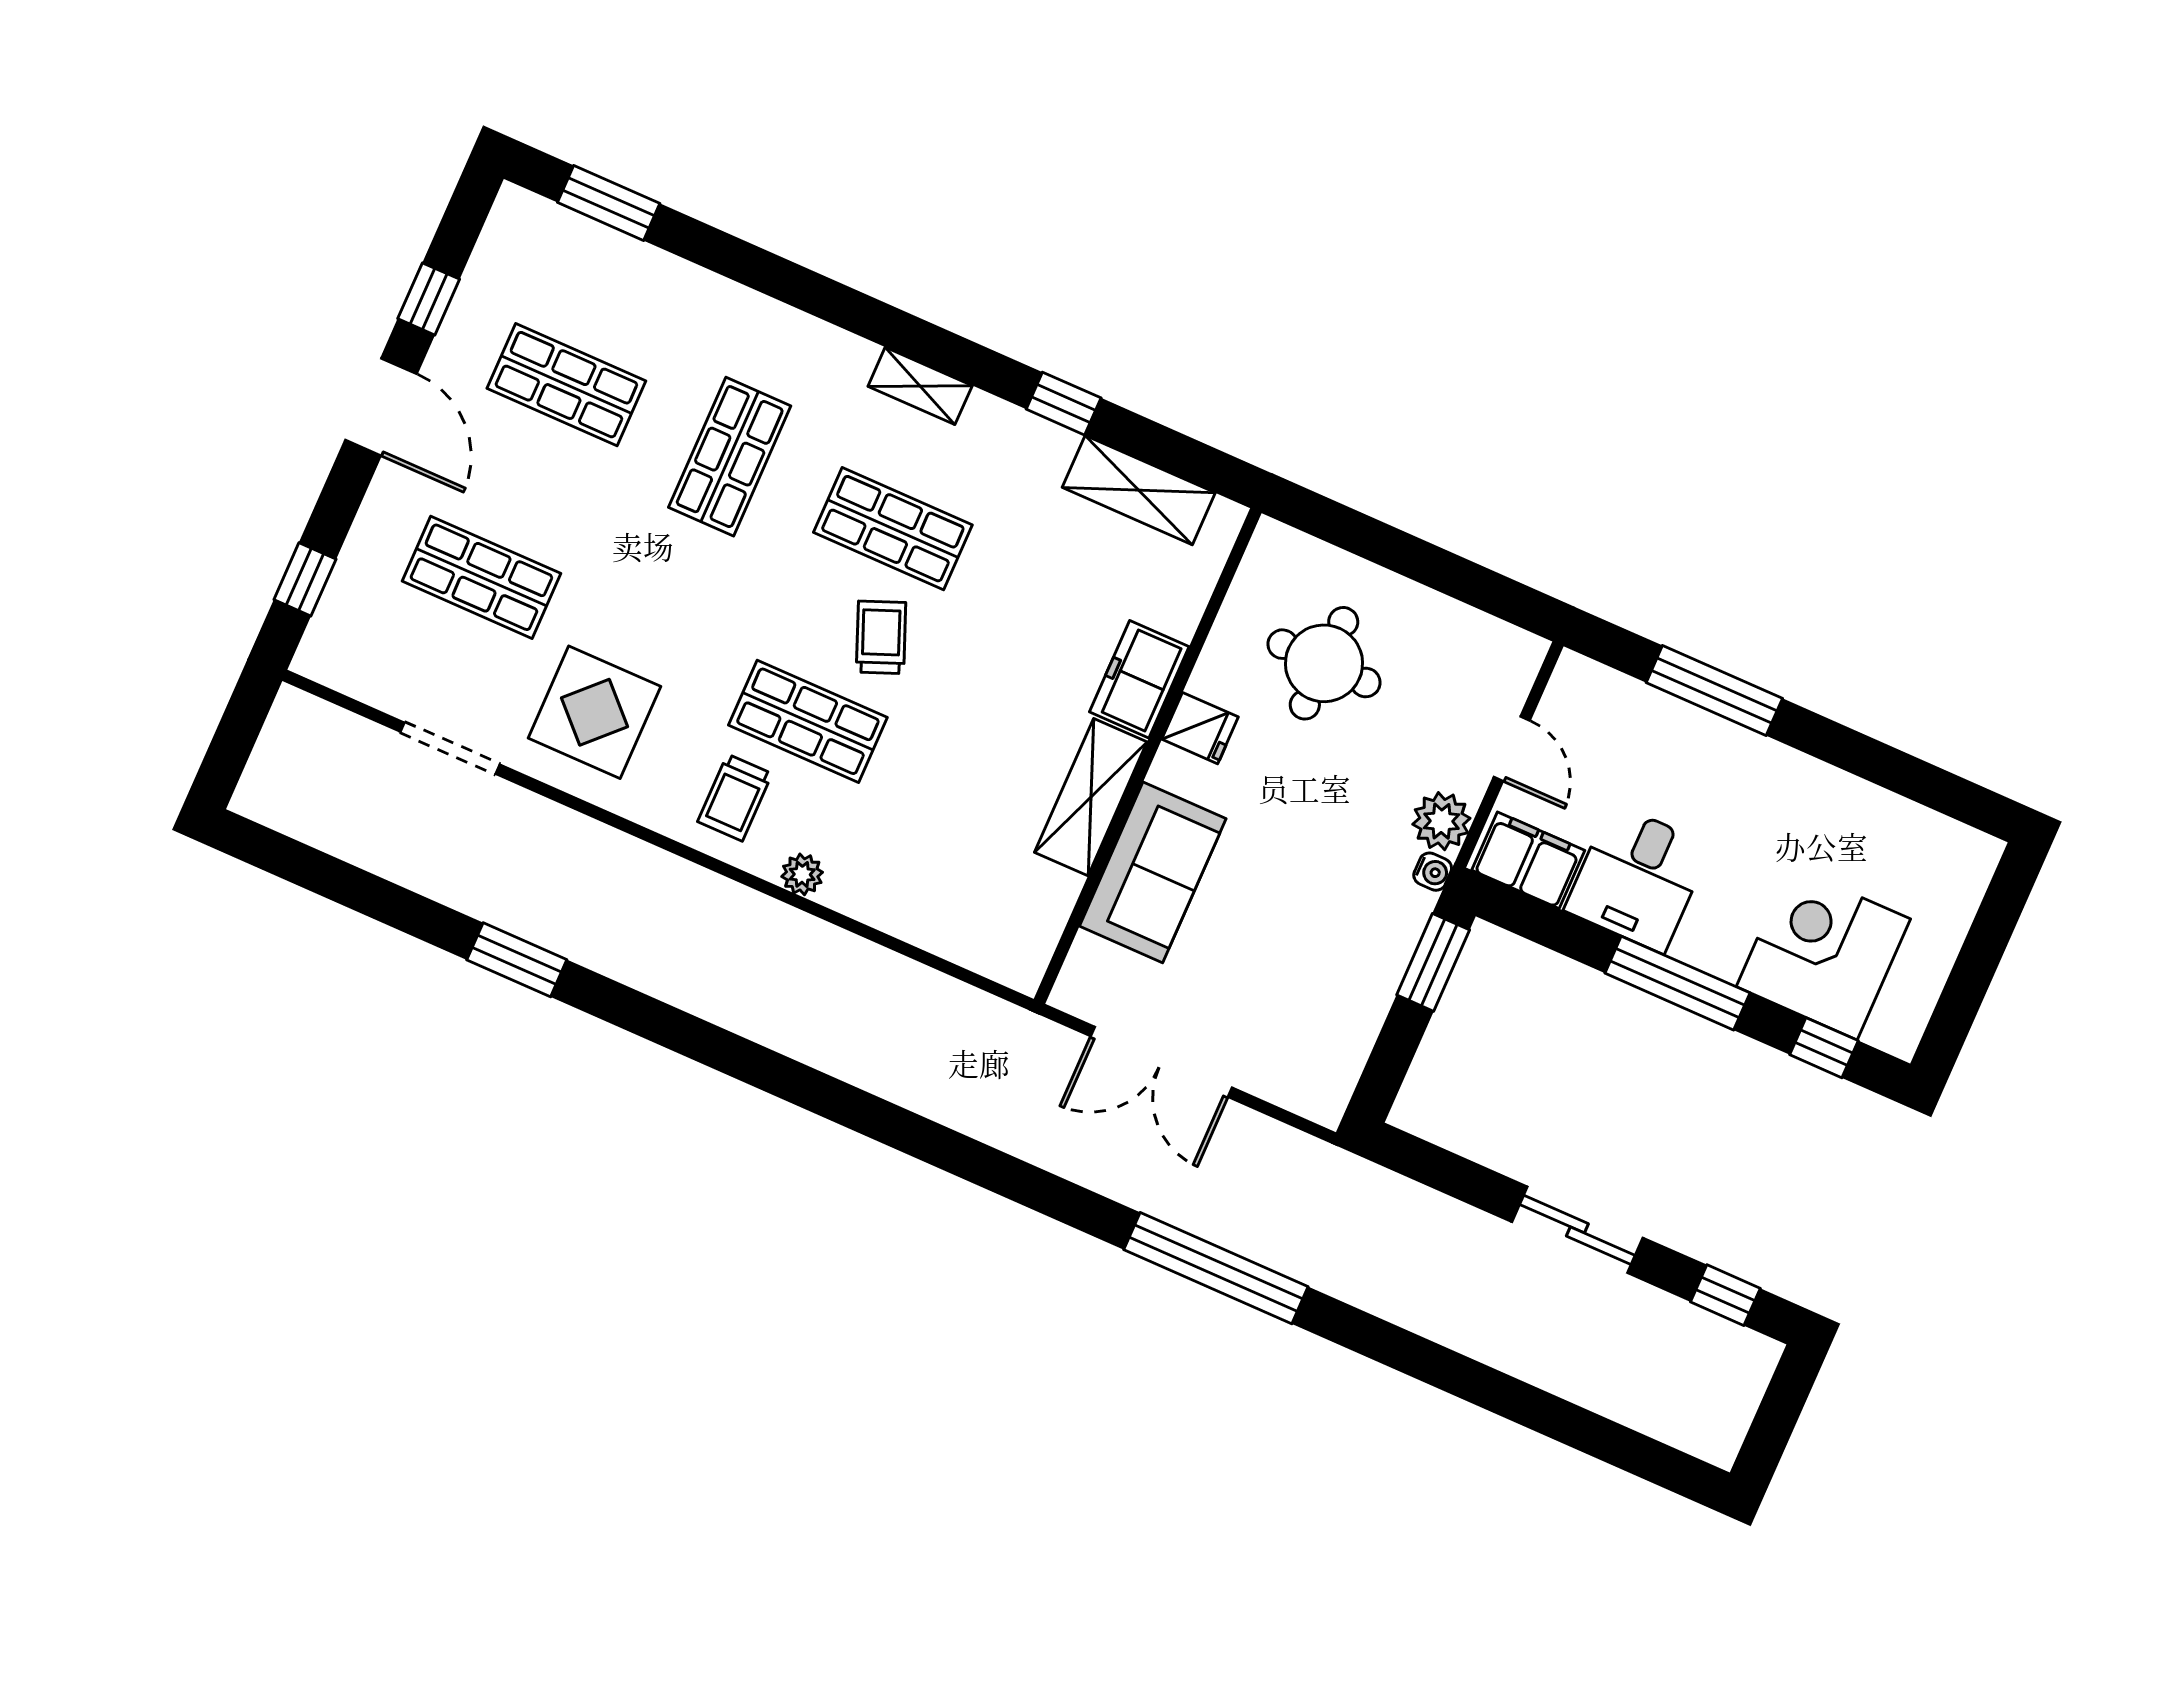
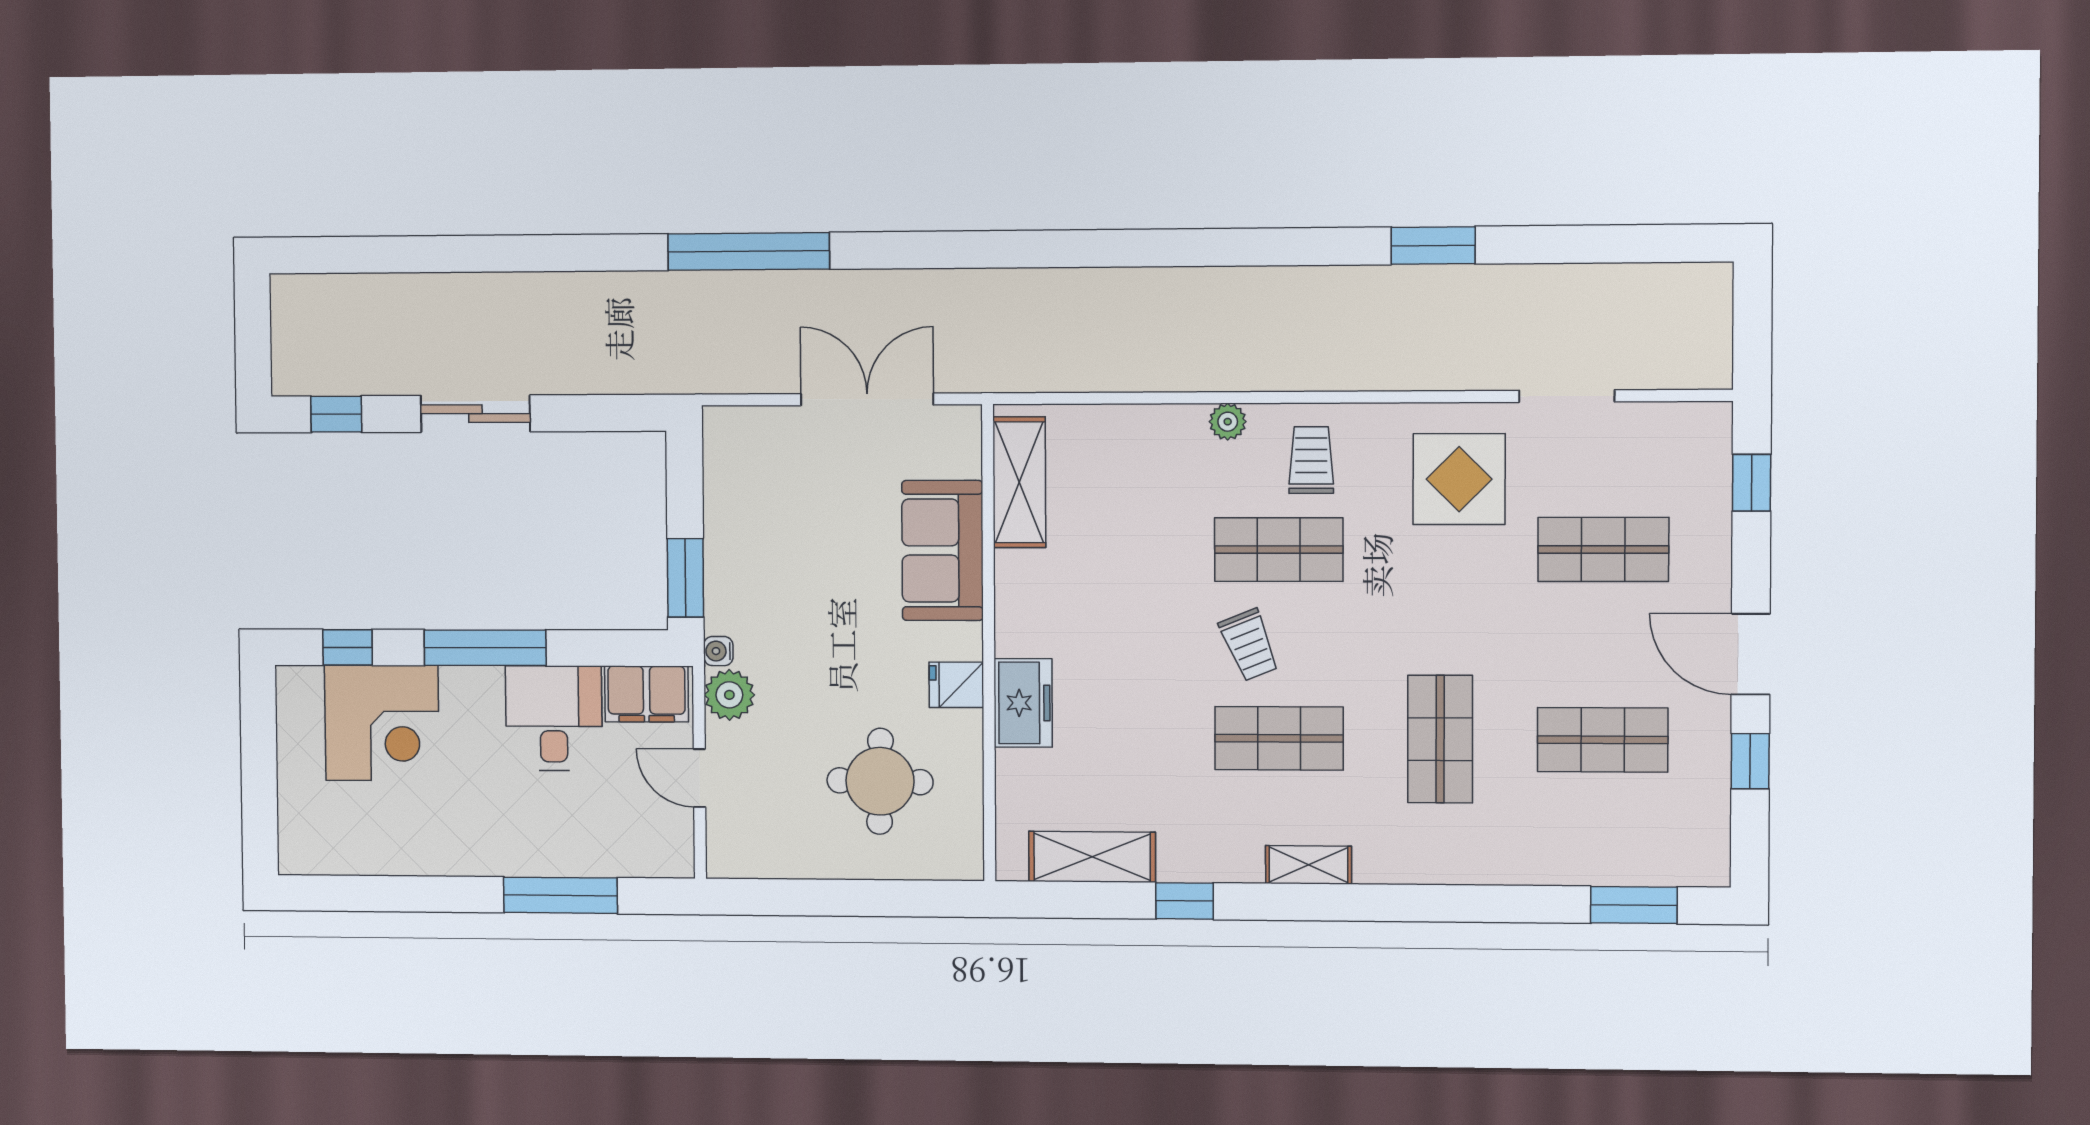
shelving: (1091, 797) -> (1019, 482), moved

